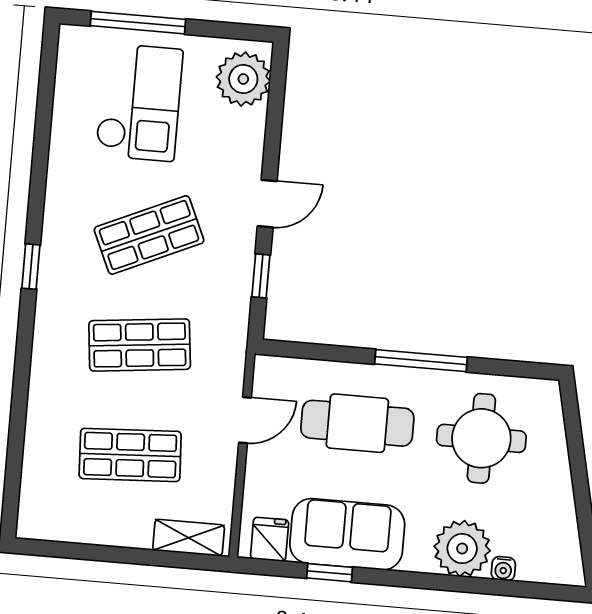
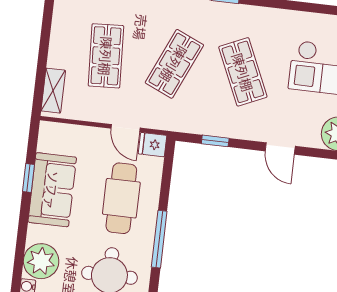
door: (267, 204) -> (280, 149), moved
shop shelf: (140, 345) -> (174, 64), turned 30
fridge: (270, 539) -> (153, 145), moved, turned 180

